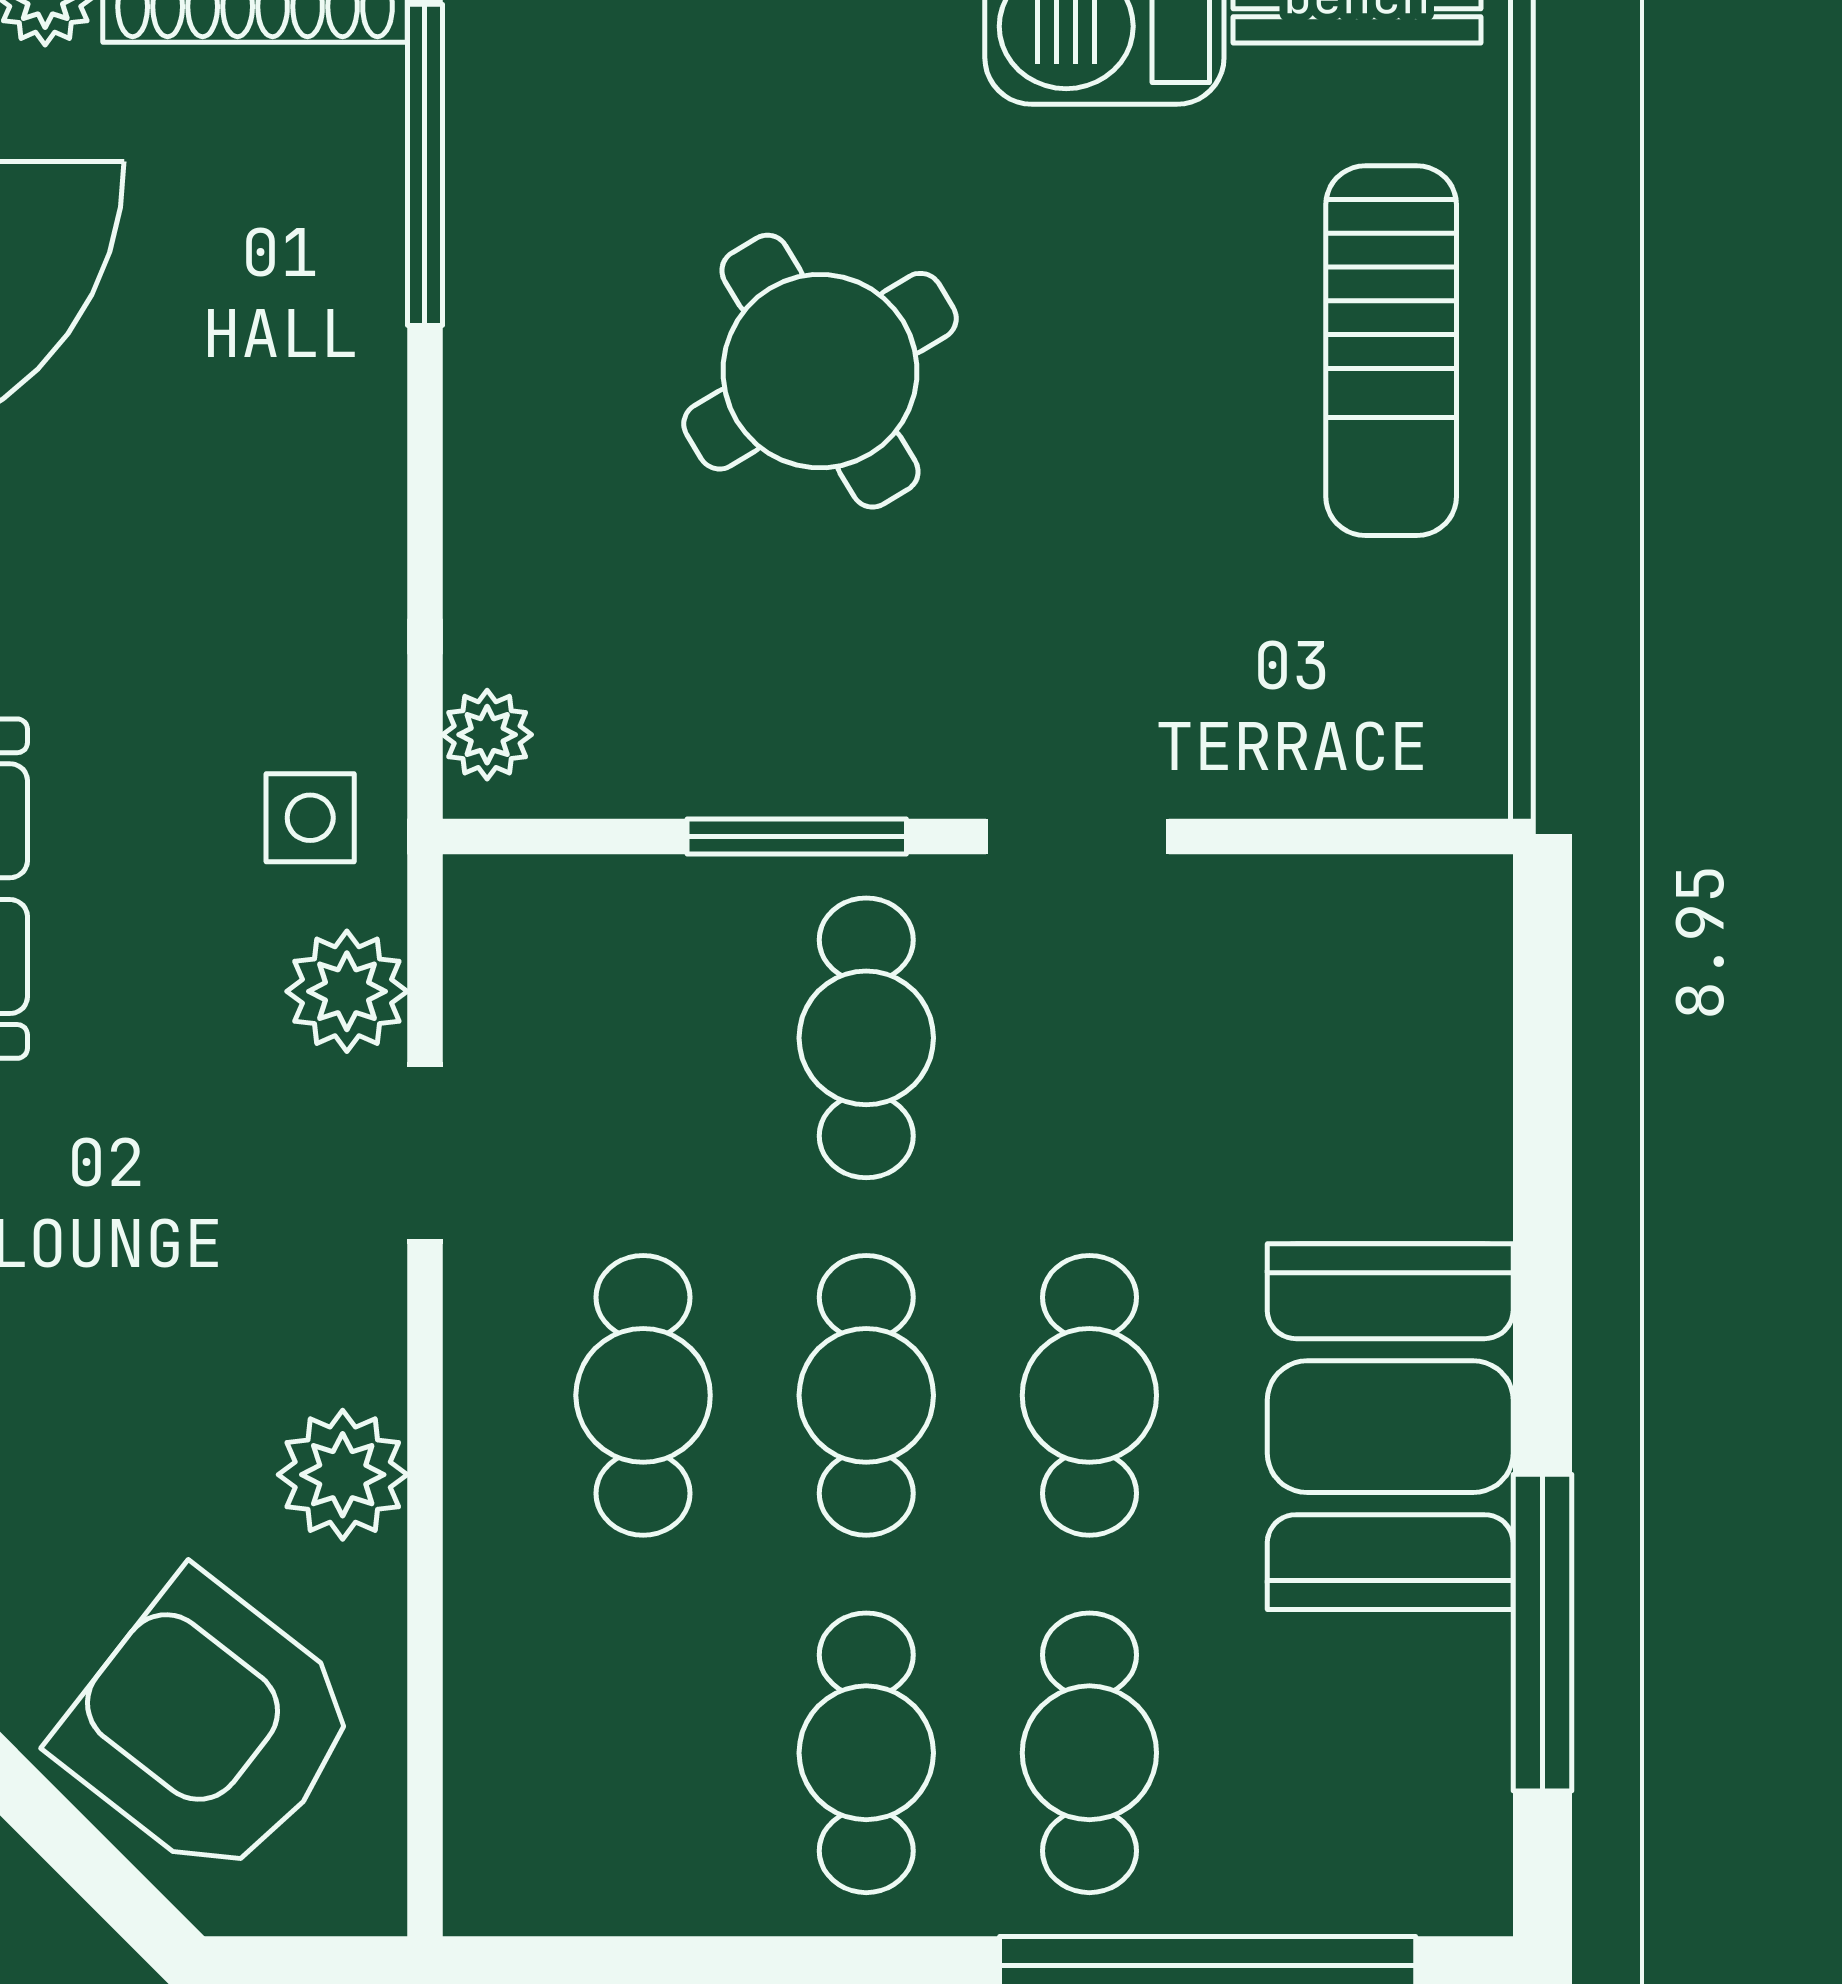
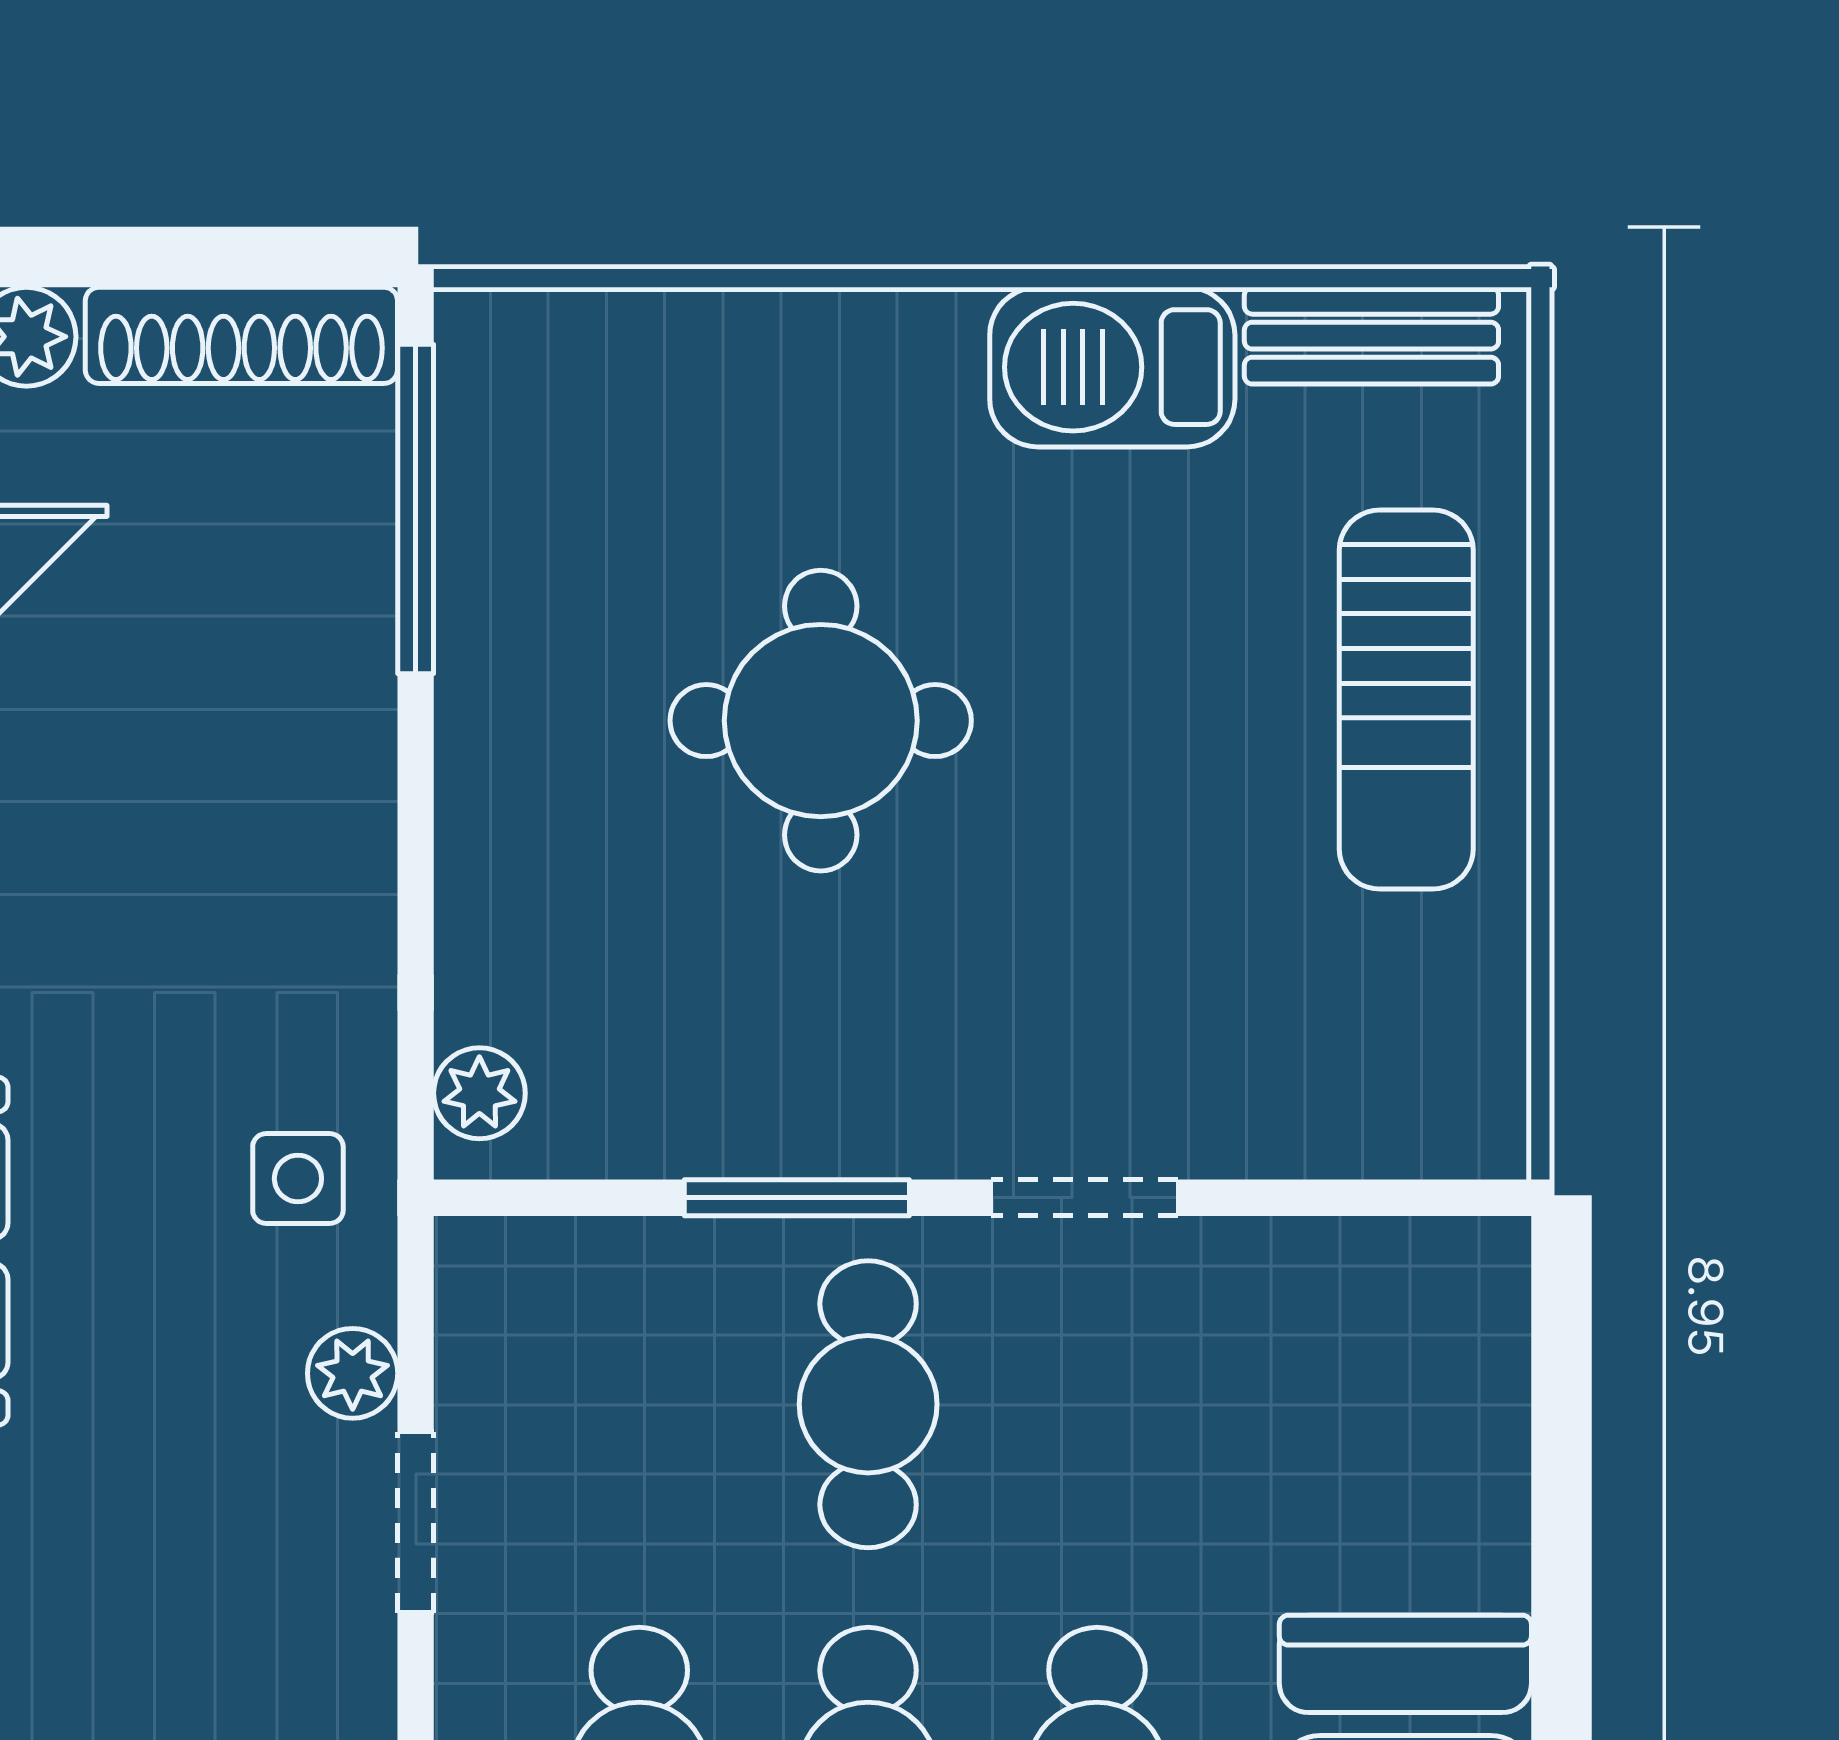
round table: (820, 371) -> (821, 721), turned 31
plant: (347, 991) -> (353, 1373), width x0.73, depth x0.73

